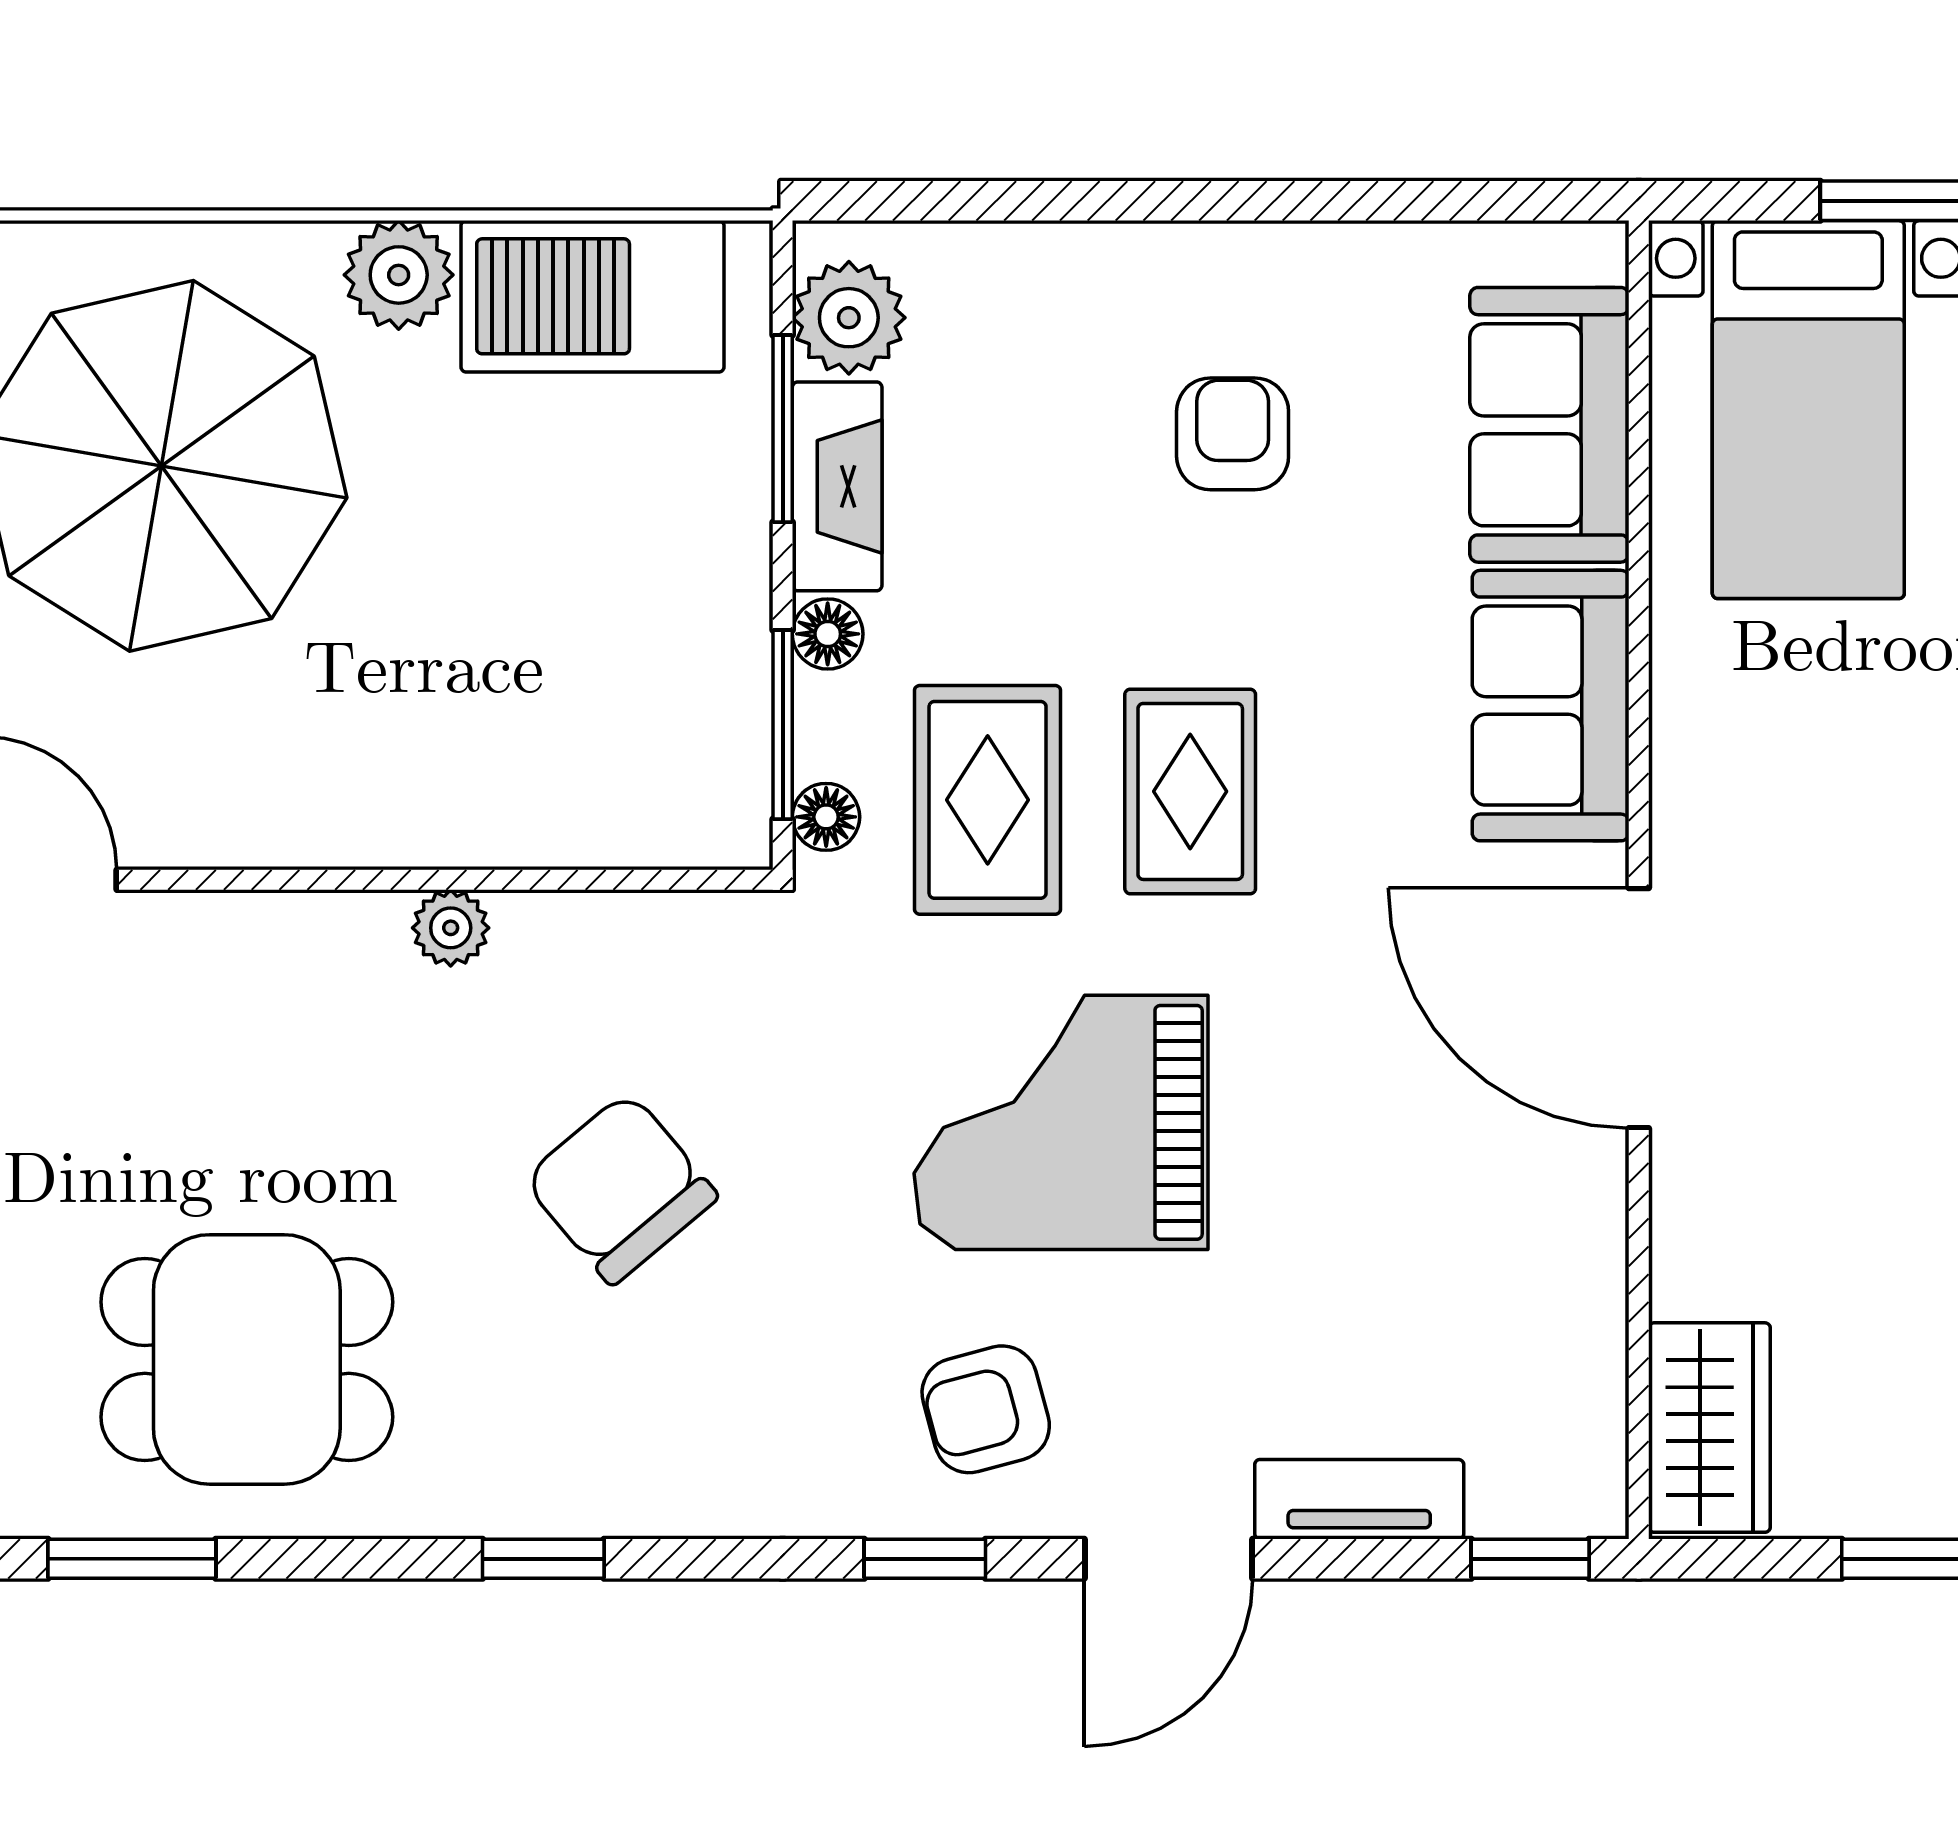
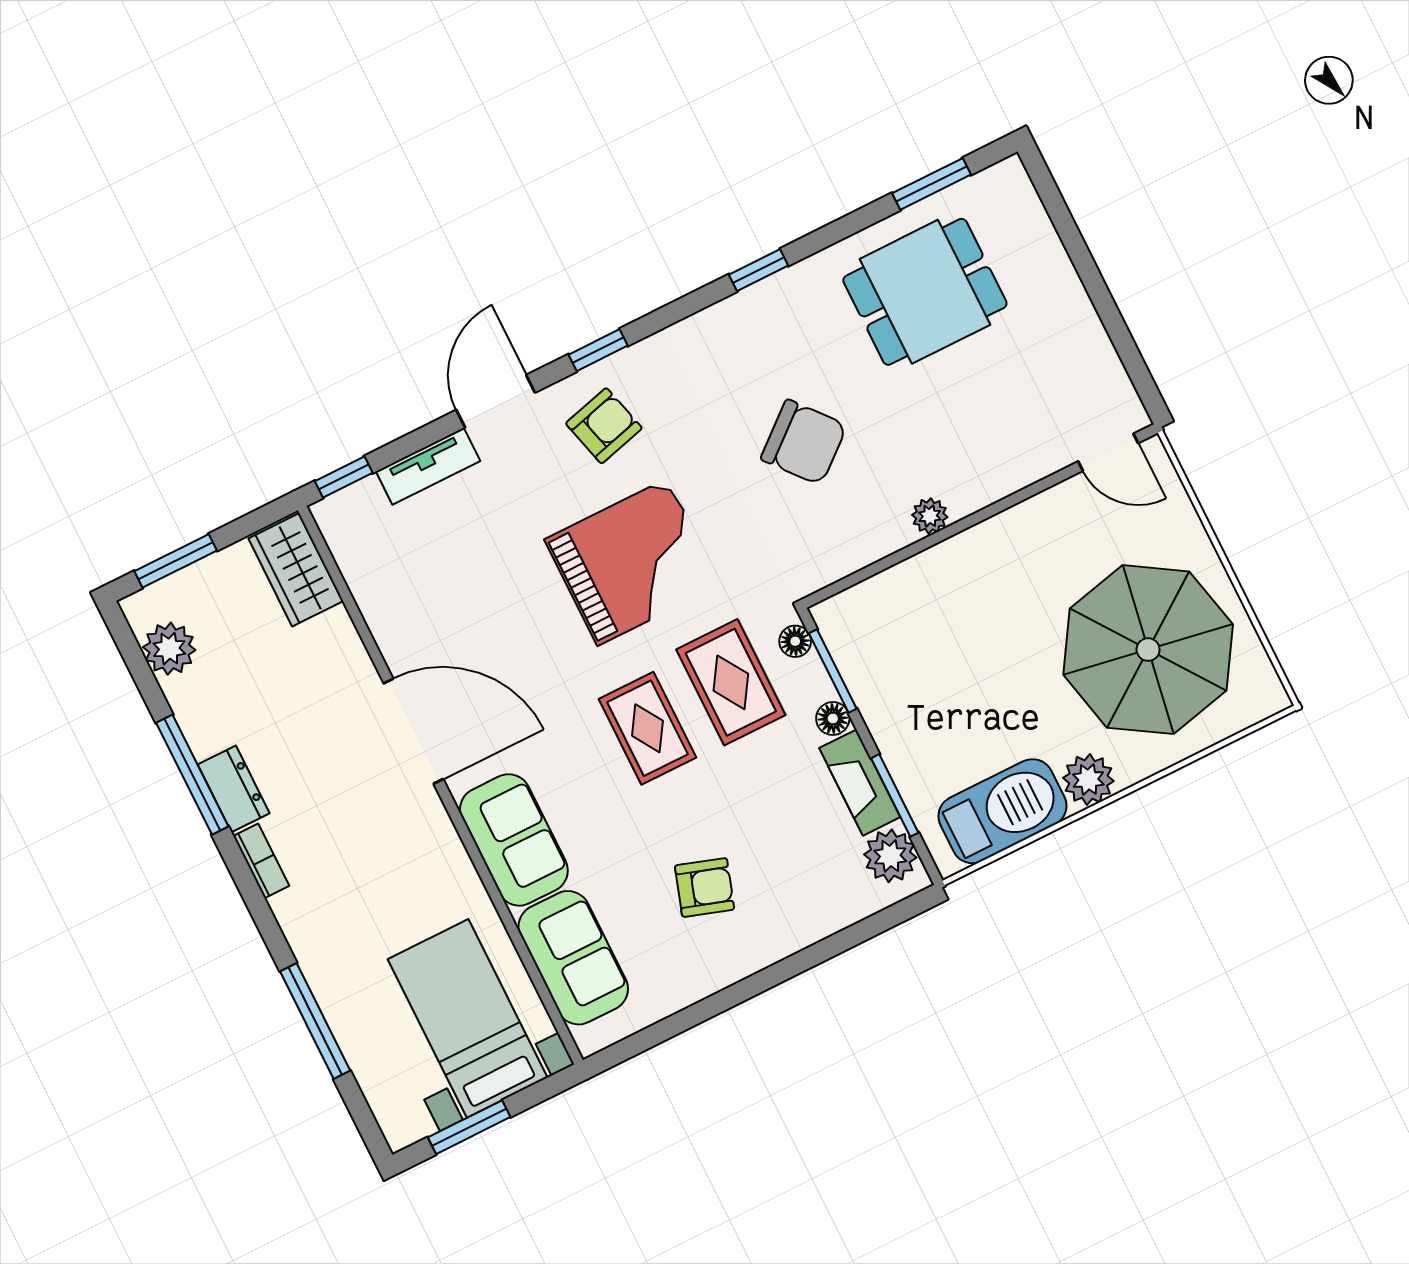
armchair: (1233, 434) -> (705, 887), turned -72

